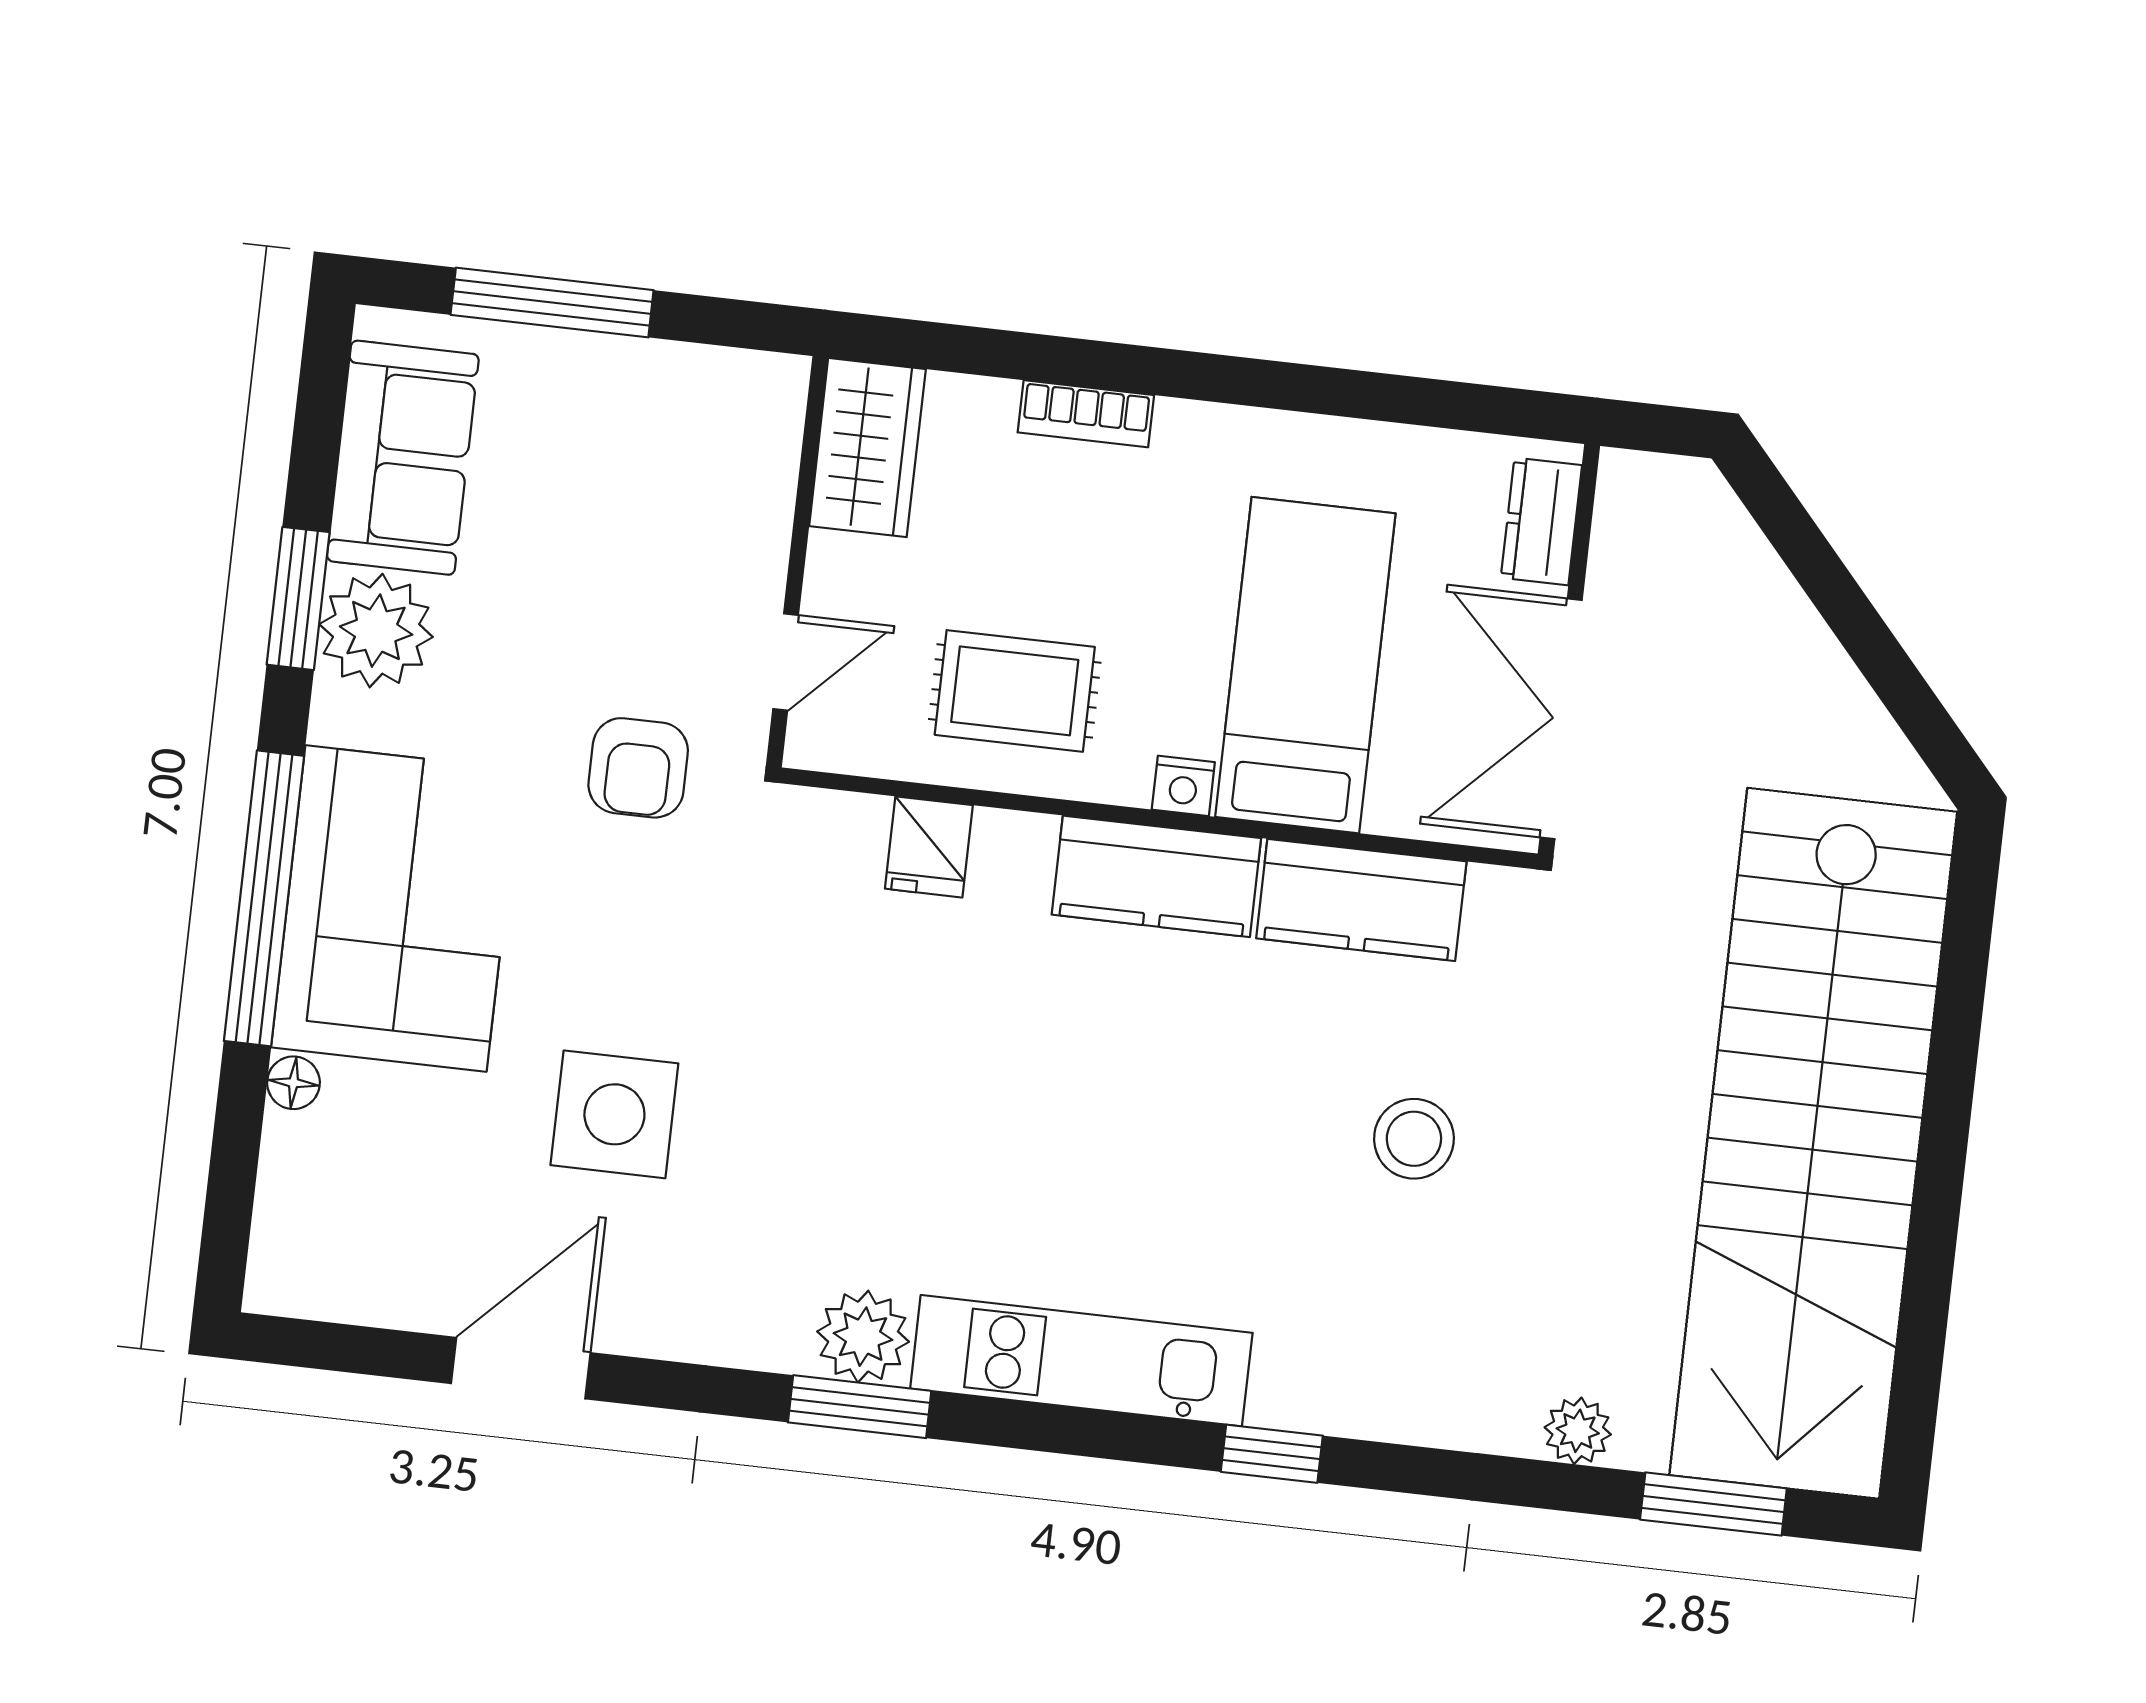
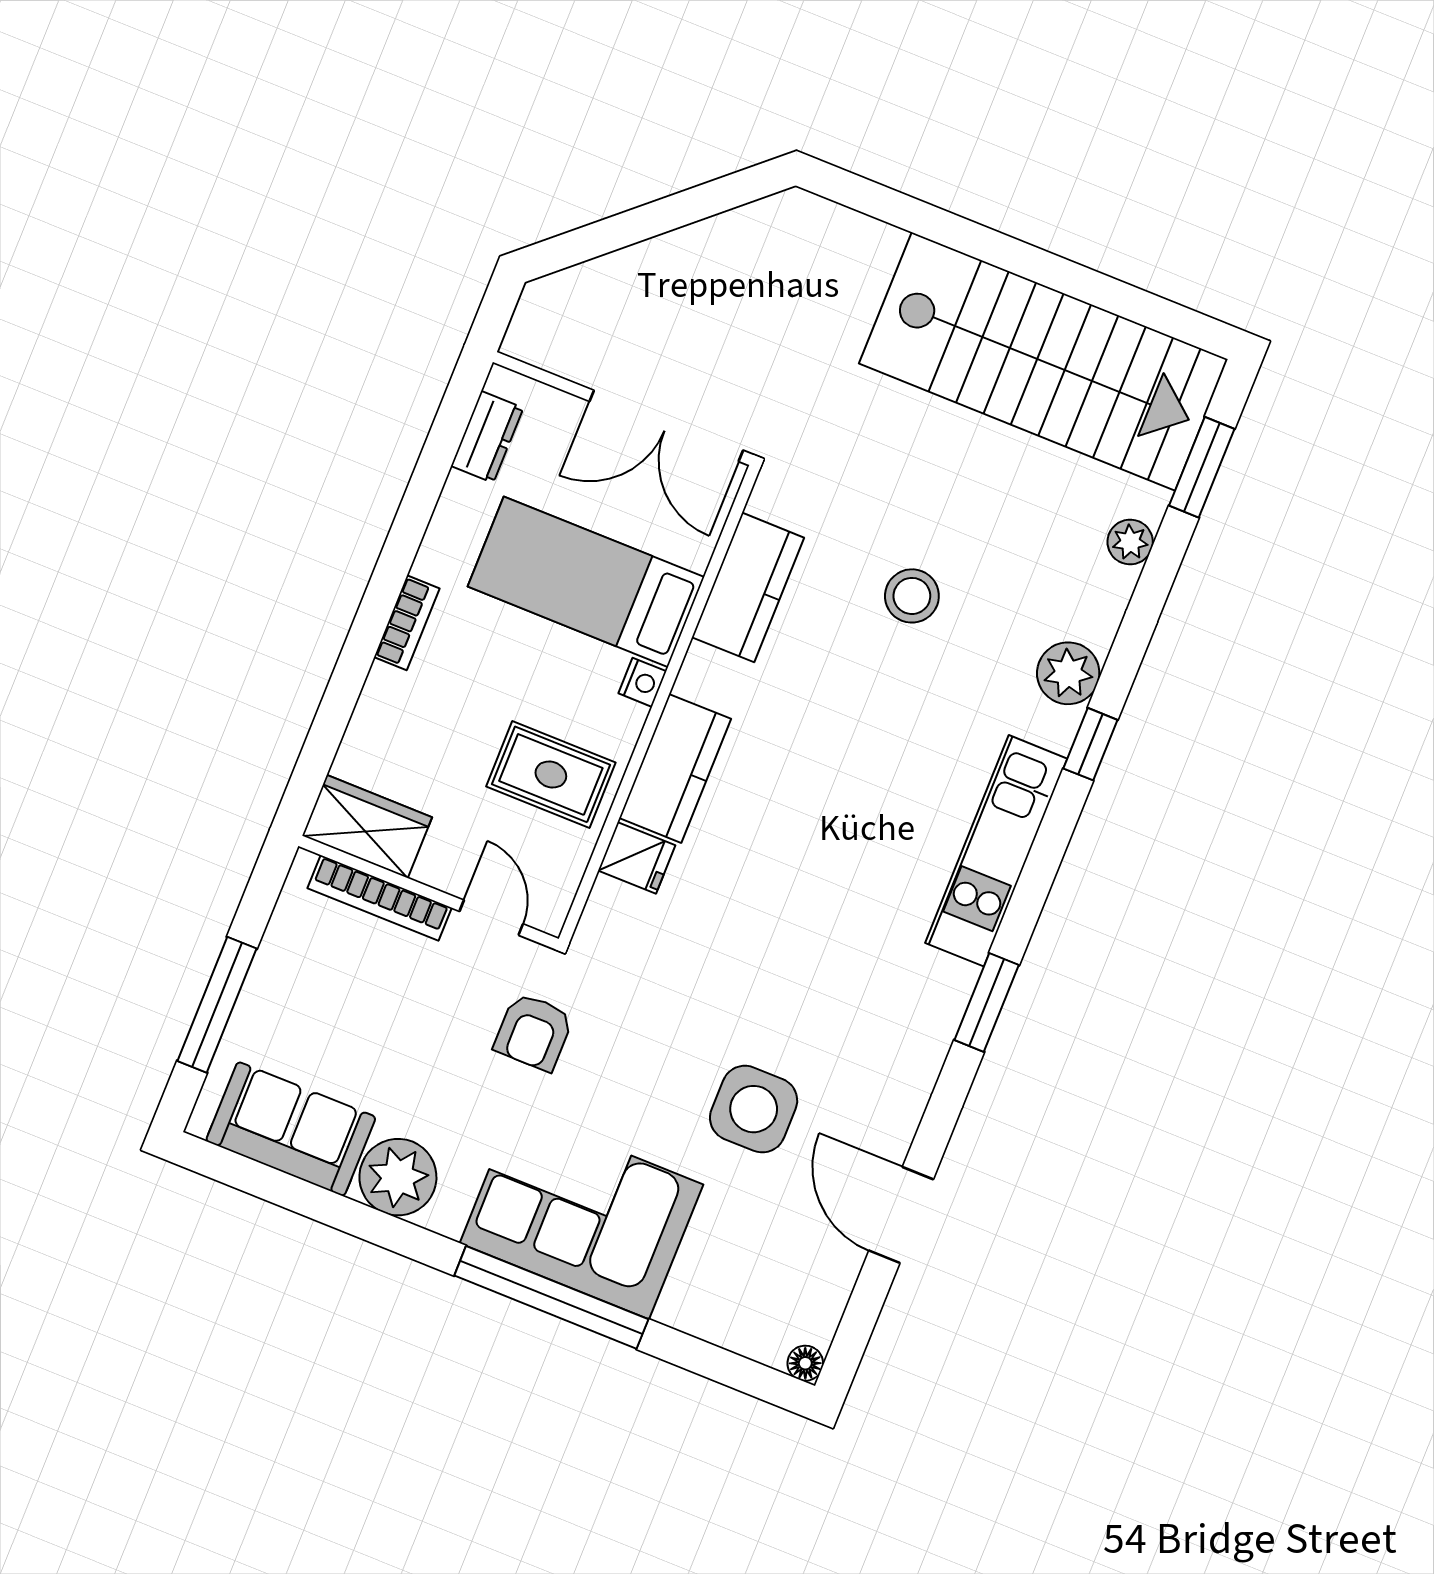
bookcase: (1086, 414) -> (407, 623), moved
bookcase: (770, 494) -> (380, 898), added
dresser: (1541, 521) -> (487, 437), moved, turned -90
window: (298, 598) -> (363, 1222), removed
rug: (1015, 691) -> (551, 774), turned 90
armchair: (638, 768) -> (534, 1032), turned 90
kitchen counter: (1156, 876) -> (675, 768), moved
floor lamp: (293, 1083) -> (805, 1363), moved
stairs: (1813, 1143) -> (1043, 361), width x0.73
plant: (863, 1337) -> (1068, 673), moved

